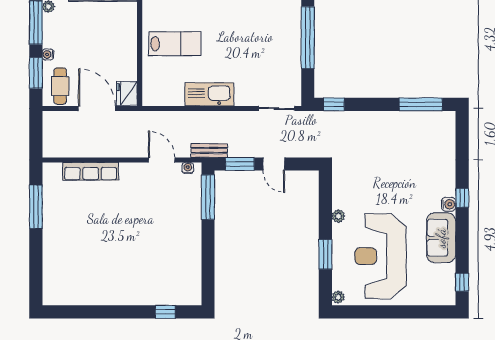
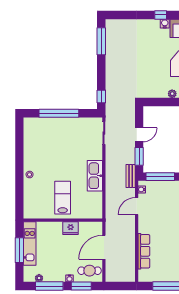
fridge: (127, 93) -> (71, 228), moved

